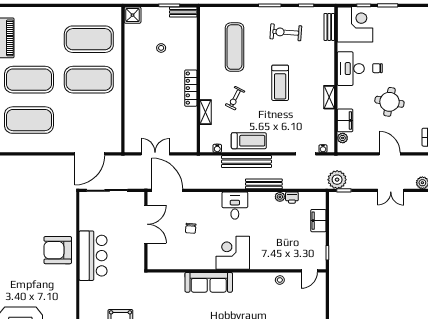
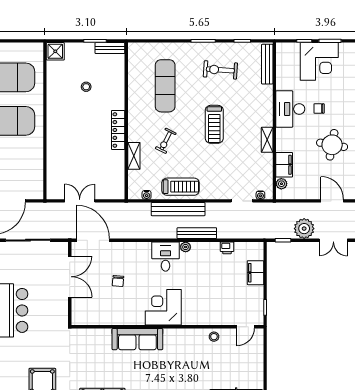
corner desk: (355, 24) -> (319, 61), moved, turned 90
bench: (329, 27) -> (267, 64), width x1.36
plant: (337, 180) -> (304, 229), moved
plant: (280, 197) -> (186, 247), moved

